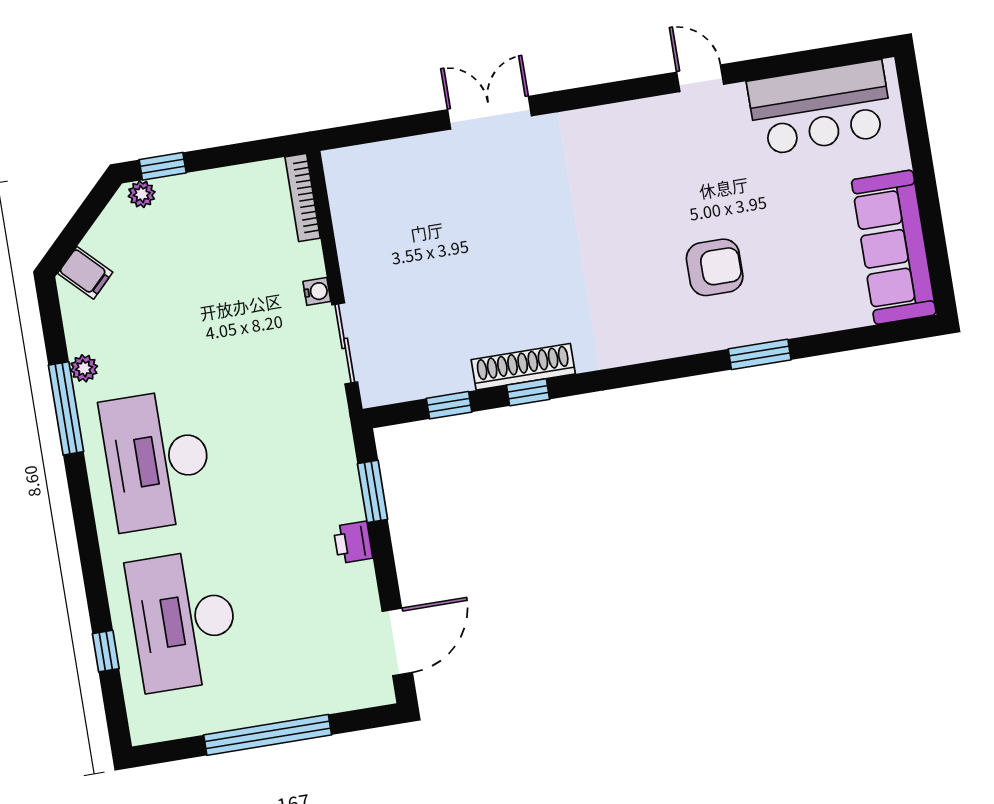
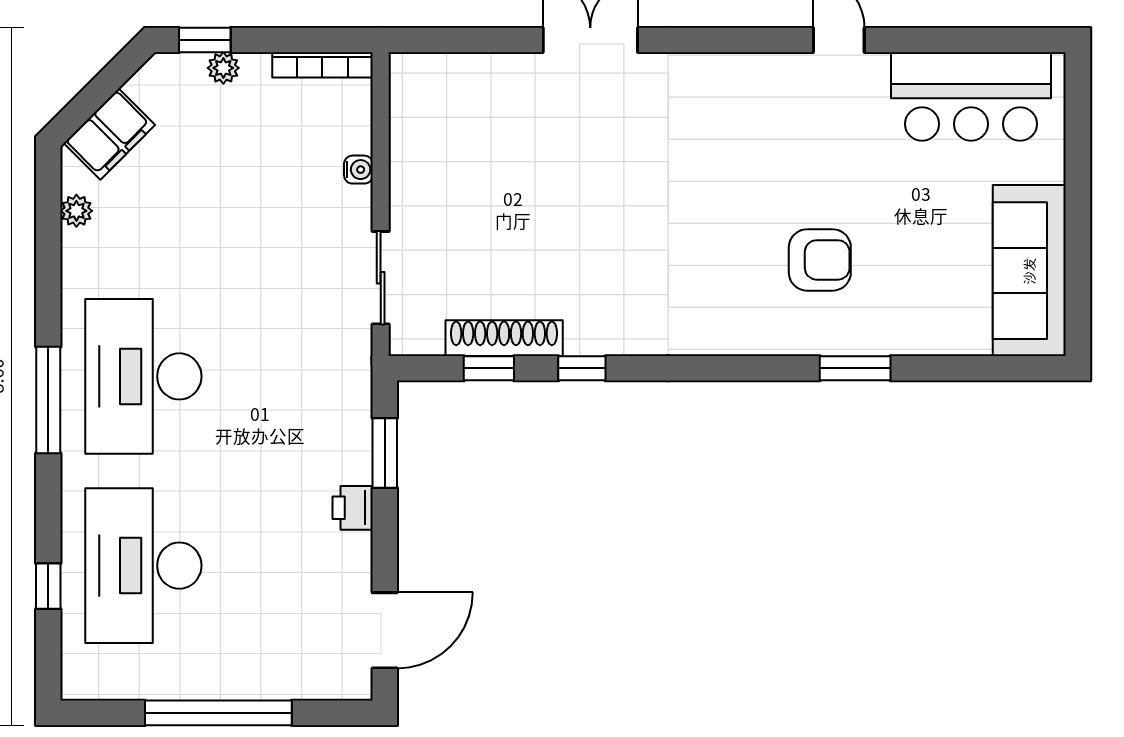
plant: (142, 194) -> (223, 68), moved
bookcase: (303, 197) -> (322, 65), moved, turned -90
filing cabinet: (85, 273) -> (109, 134), width x2.00
water cooler: (317, 291) -> (358, 170), moved
shoe rack: (523, 367) -> (504, 338), moved
plant: (84, 368) -> (76, 211), moved
window: (66, 408) -> (48, 400), moved

